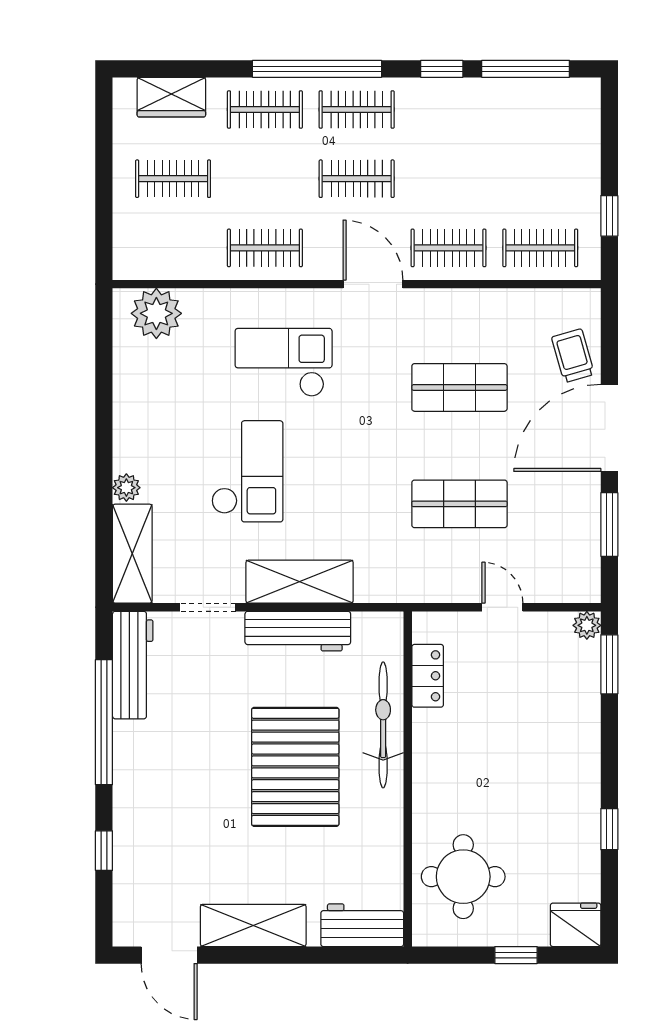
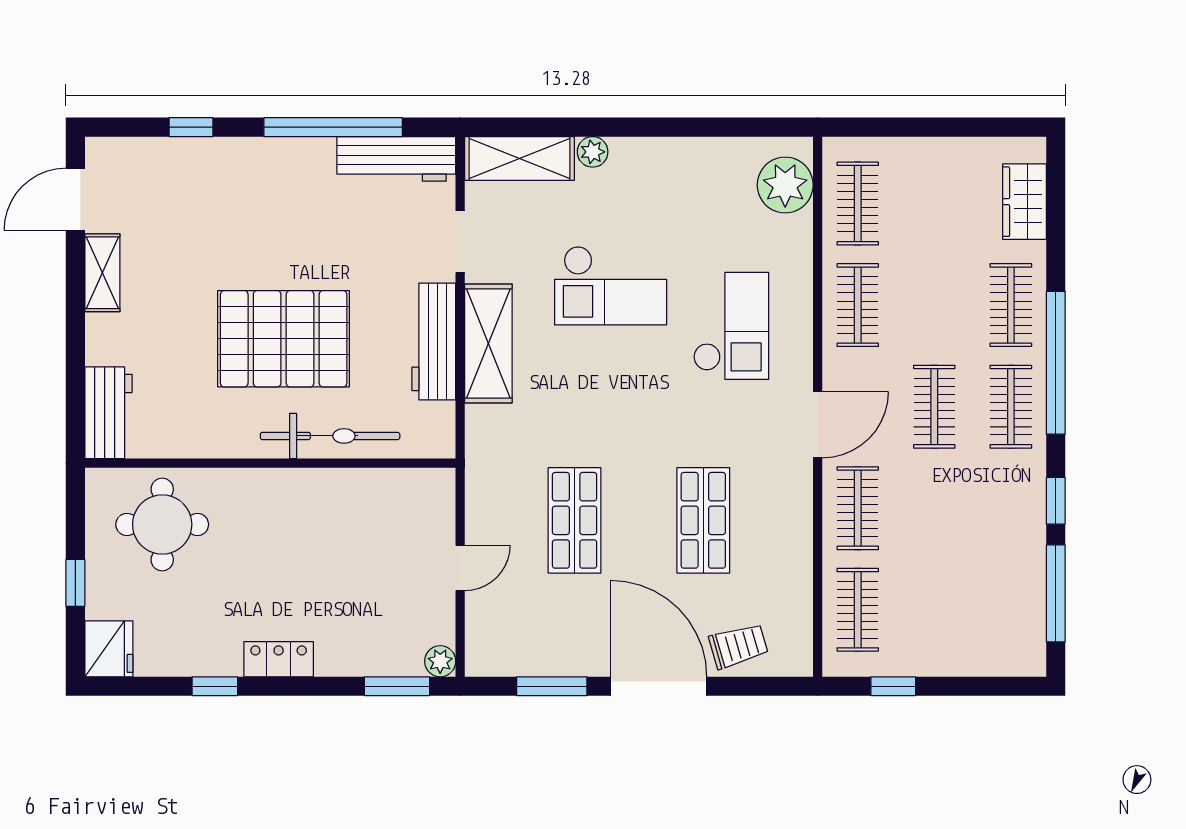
clothes rail: (173, 179) -> (858, 204), moved
locker: (428, 676) -> (279, 659), moved, turned 180
shelving: (253, 925) -> (102, 273), width x0.67, depth x0.75

